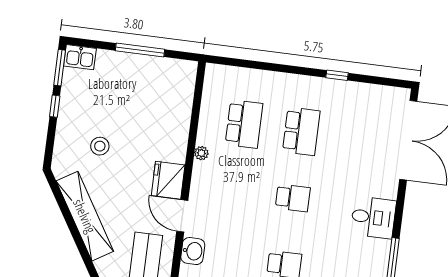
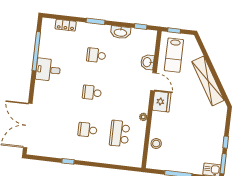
school desk: (301, 131) -> (88, 130), width x0.54
stool: (100, 146) -> (156, 144), moved
desk: (373, 217) -> (48, 70), moved

